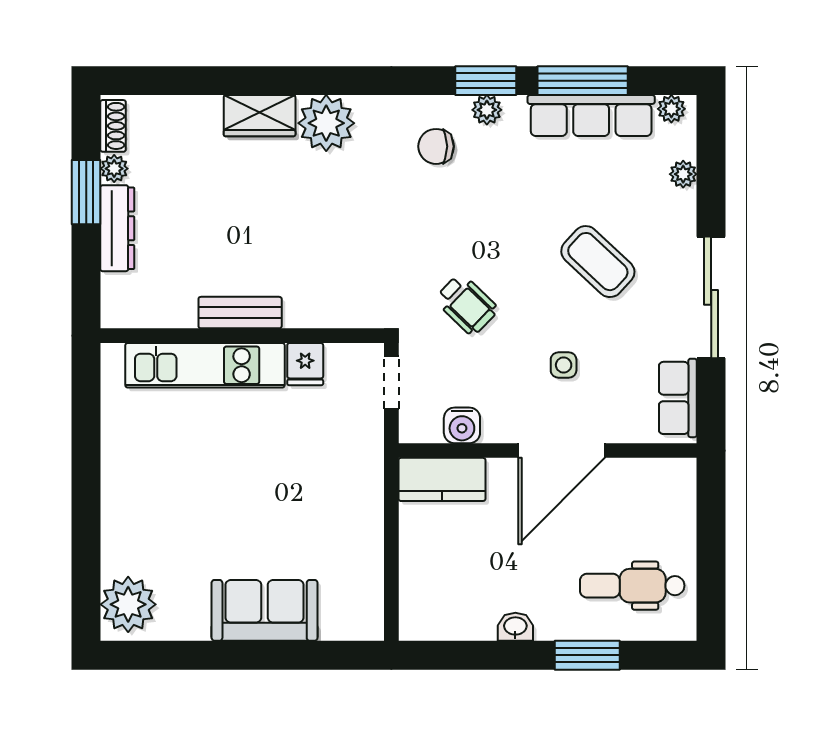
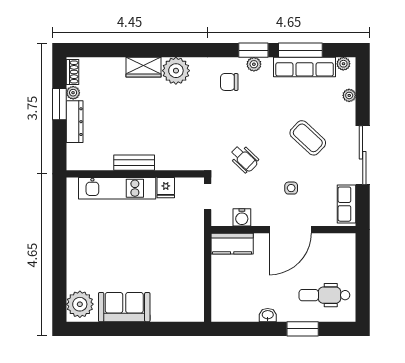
sofa: (265, 610) -> (124, 307), moved

